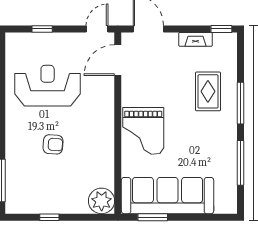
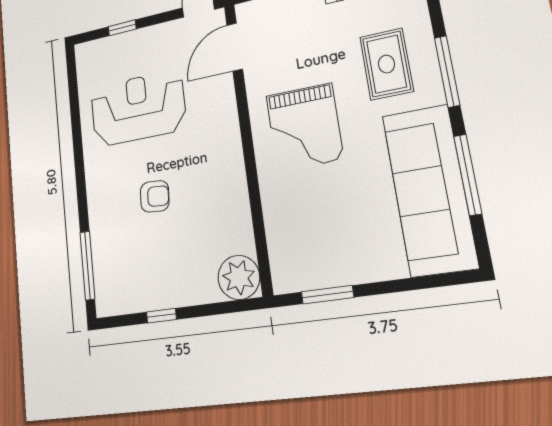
grand piano: (143, 131) -> (304, 127), moved
sofa: (168, 196) -> (429, 190), moved, turned -90

